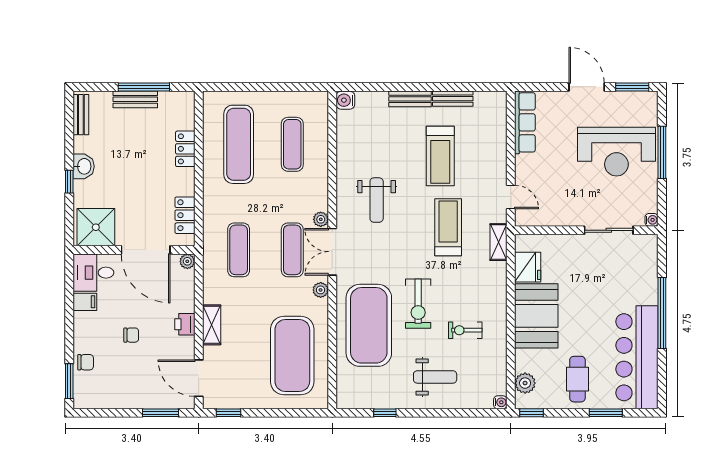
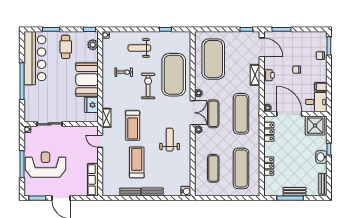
exercise mat: (239, 250) -> (241, 114), width x1.36, depth x1.45

